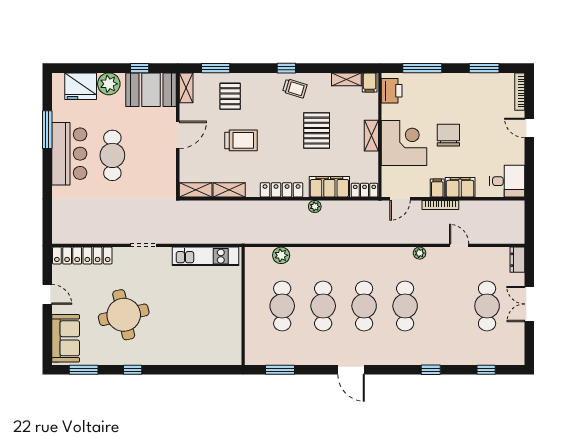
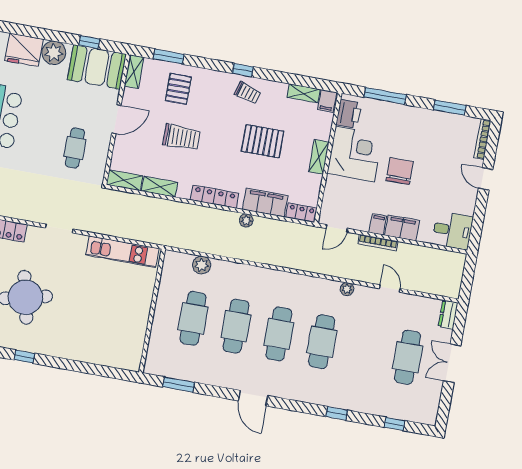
pallet: (317, 131) -> (263, 141), turned 90
corner desk: (404, 143) -> (355, 154), moved
cafe table: (112, 155) -> (75, 148), moved, width x0.73, depth x0.74

